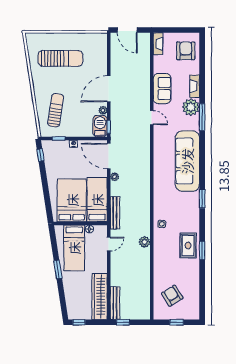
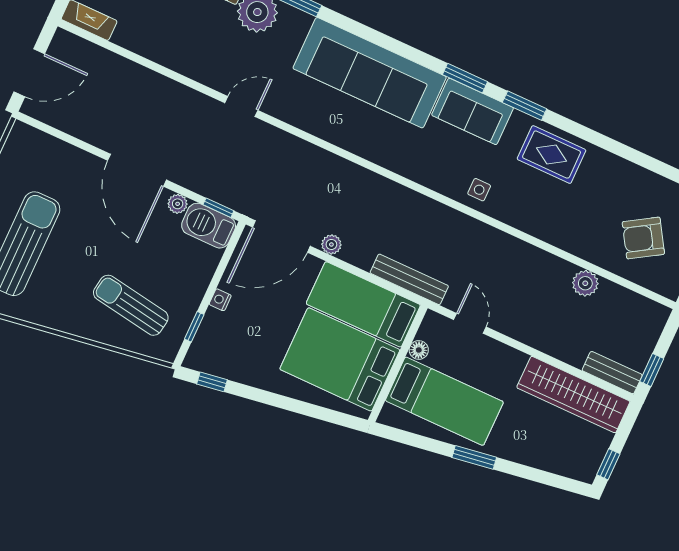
sofa: (162, 89) -> (473, 111), moved, turned 180
plant: (145, 242) -> (585, 283), moved
window: (202, 250) -> (525, 106), moved
bench: (115, 303) -> (612, 373), width x0.73

